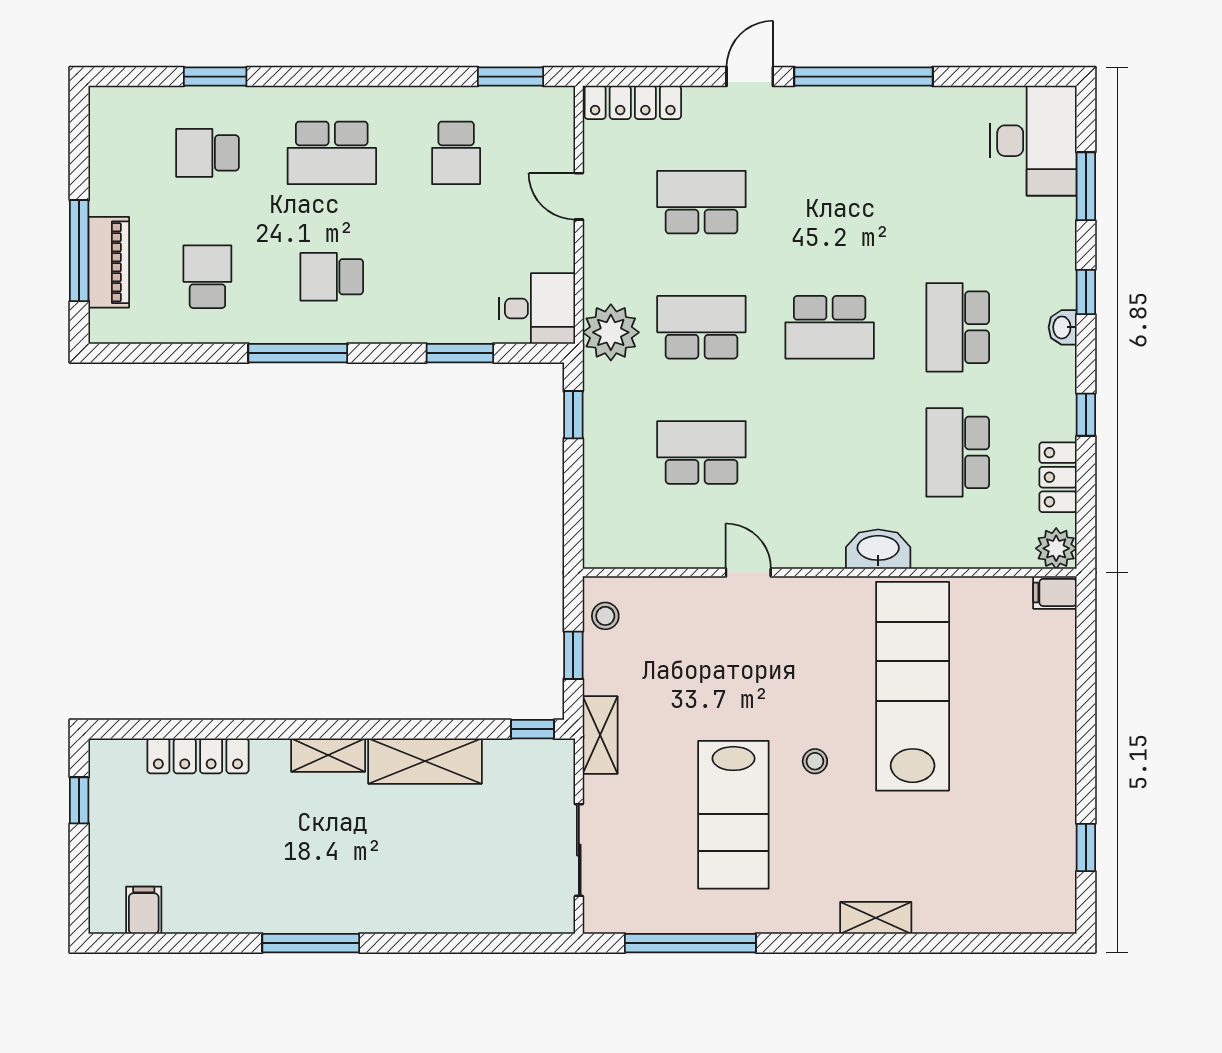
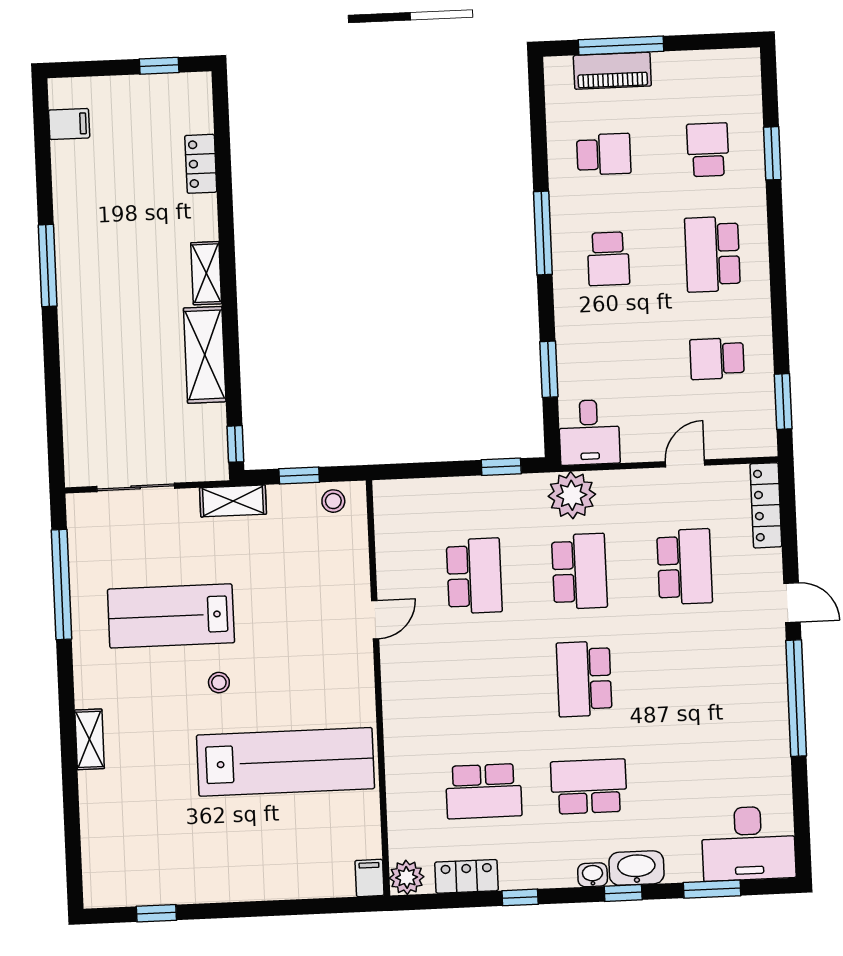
school desk: (332, 277) -> (608, 259), turned 180
school desk: (958, 452) -> (484, 791), turned 180
washbasin: (878, 549) -> (636, 868), moved, turned -90
locker: (198, 756) -> (201, 164), width x0.66

